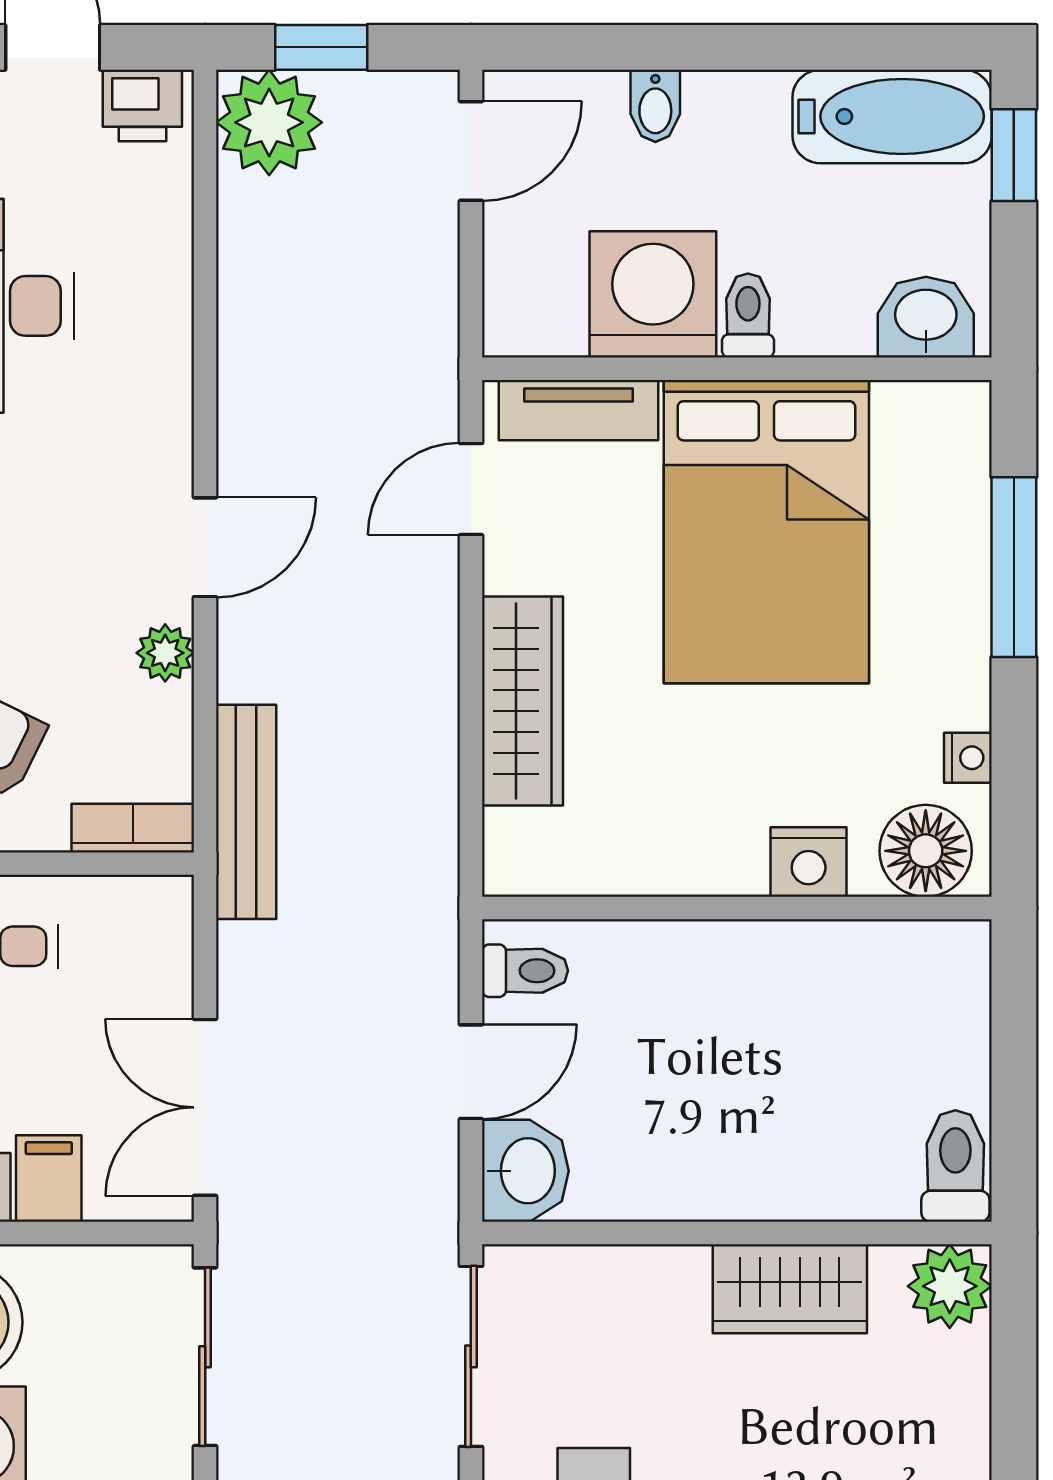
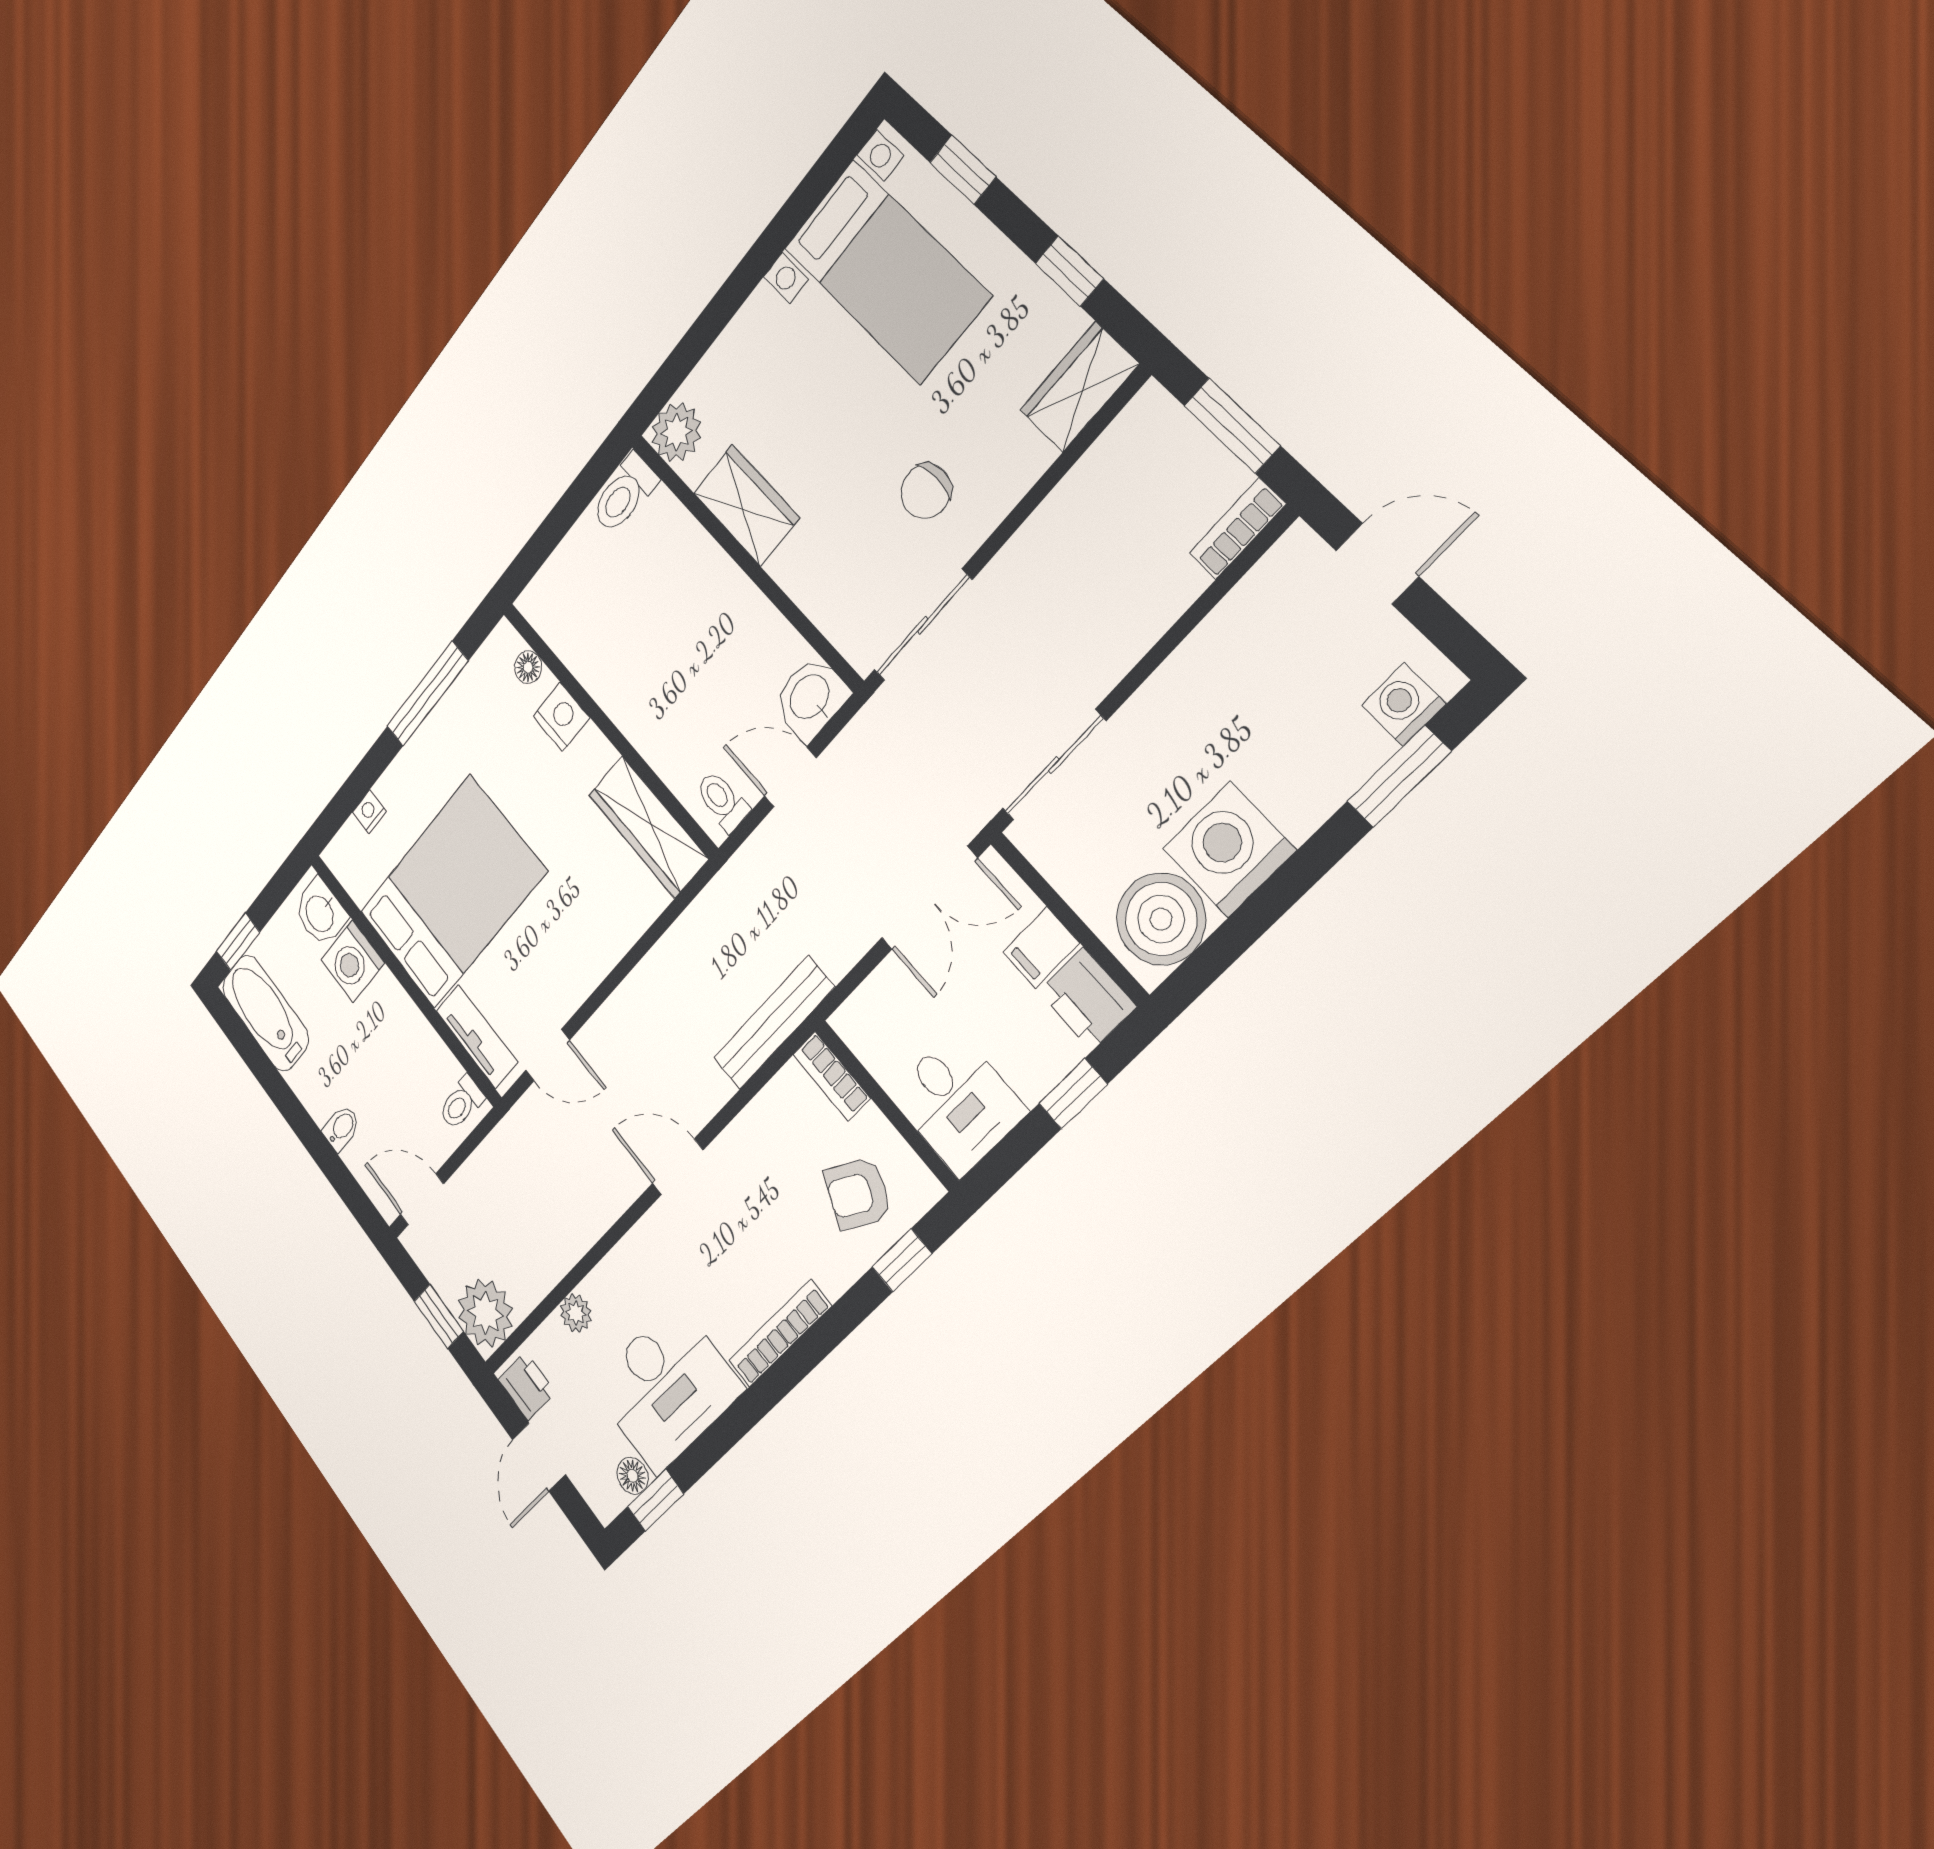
washing machine: (653, 294) -> (353, 961), moved, width x0.73, depth x0.73
toilet: (748, 315) -> (461, 1103), moved
window: (1014, 567) -> (427, 694), moved
plant: (165, 653) -> (576, 1313), moved
wardrobe: (523, 701) -> (648, 827), moved, turned -90
nightstand: (968, 758) -> (369, 812), moved
floor lamp: (926, 851) -> (528, 667), width x0.53, depth x0.53

